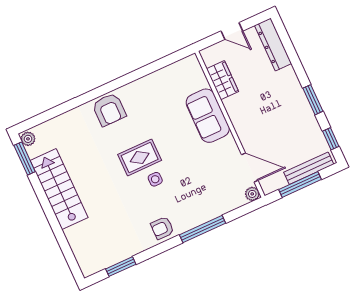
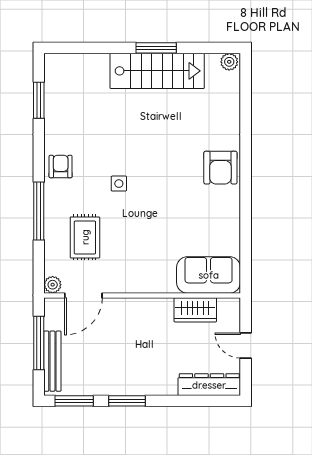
door: (232, 31) -> (246, 345), hinge flipped
armchair: (109, 110) -> (220, 168), turned -90
sofa: (208, 116) -> (209, 275), moved
window: (331, 139) -> (74, 401), width x1.50
rug: (140, 157) -> (85, 237), moved
window: (25, 159) -> (156, 48), moved

